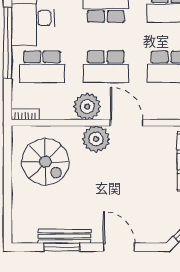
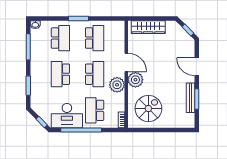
school desk: (42, 67) -> (95, 110), turned 180
door: (127, 123) -> (126, 62), swing flipped
door: (119, 247) -> (197, 67), hinge flipped

